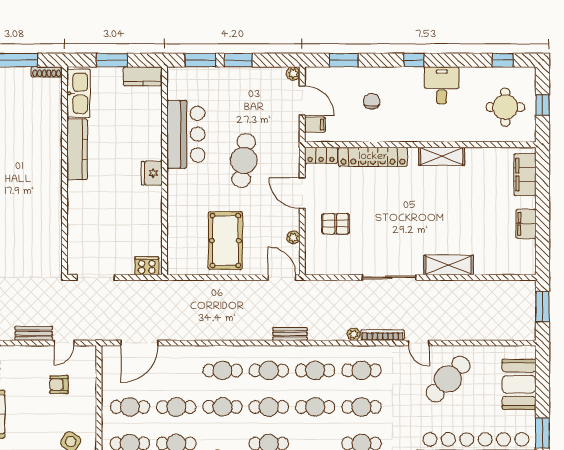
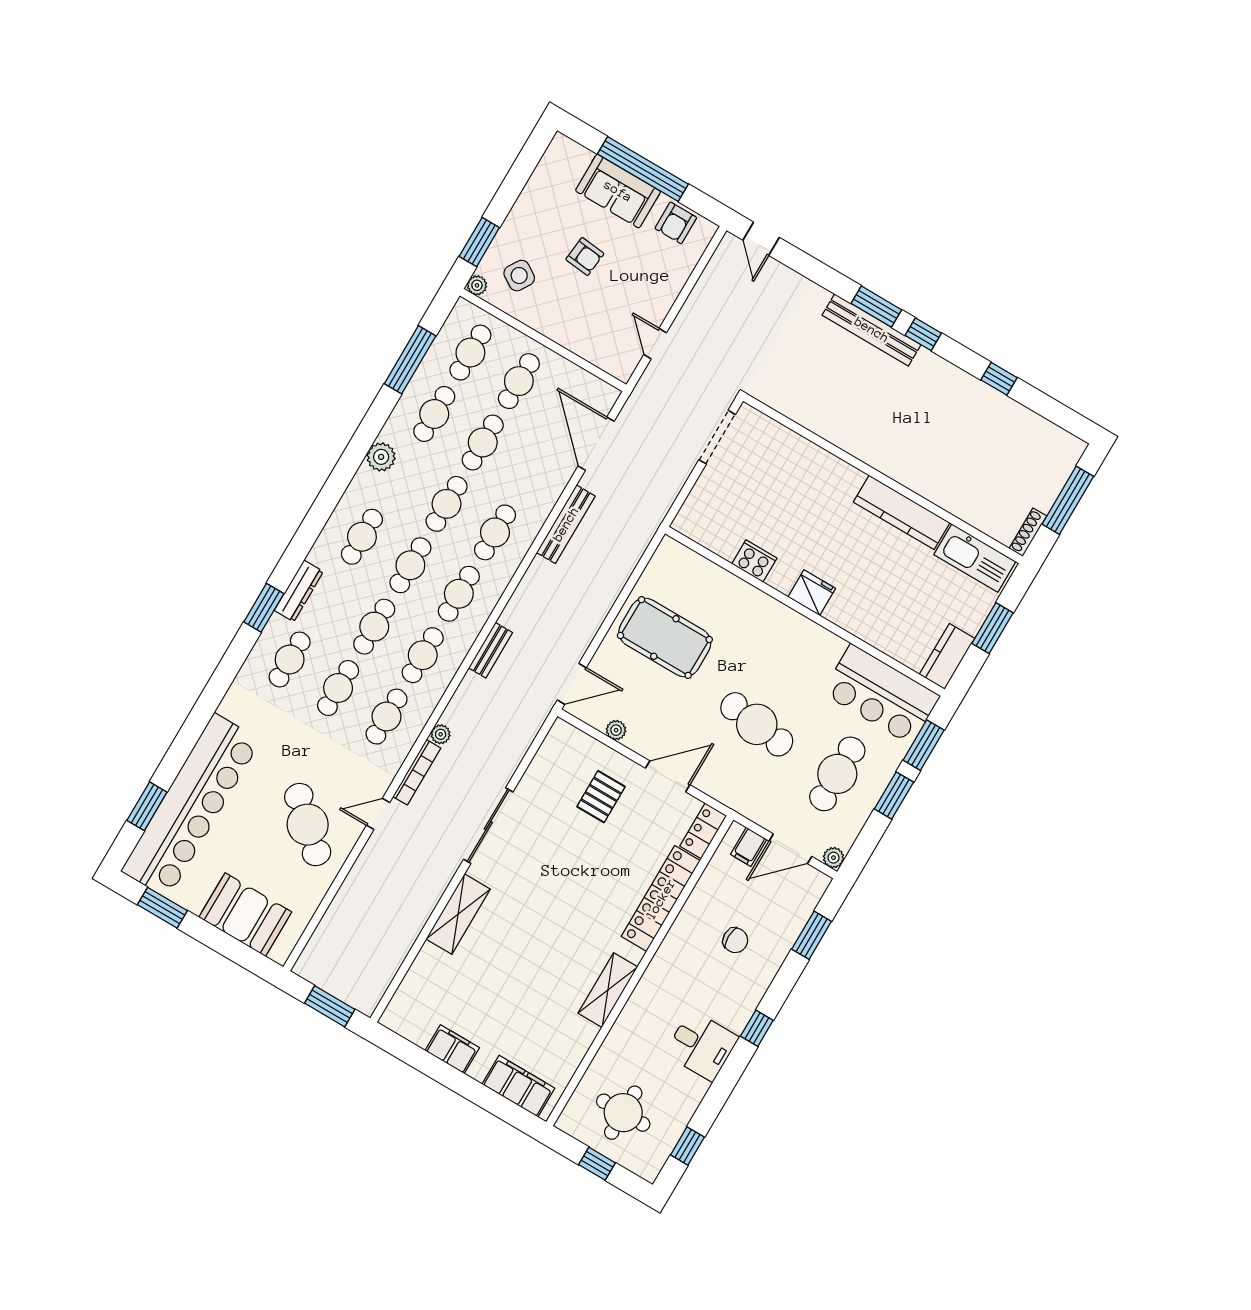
cafe table: (245, 99) -> (837, 774), added
bar counter: (186, 134) -> (881, 694), moved
cooker: (147, 266) -> (754, 561), moved, turned -90
bench: (34, 333) -> (566, 524), moved, width x1.36
armchair: (59, 385) -> (585, 256), moved, turned 96

